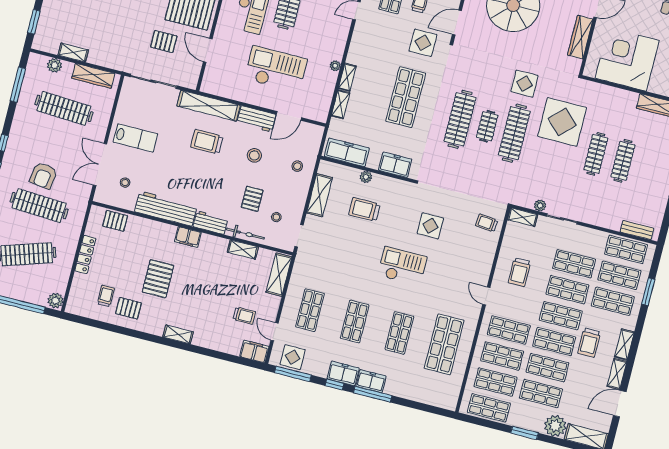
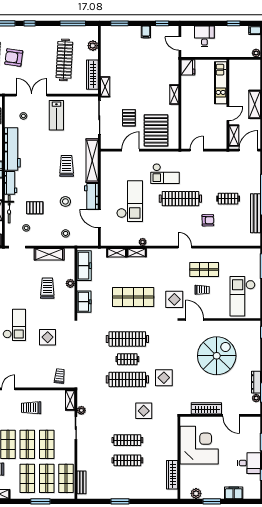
shelving: (73, 53) -> (105, 87), moved
display table: (562, 122) -> (144, 411), width x0.54, depth x0.54

